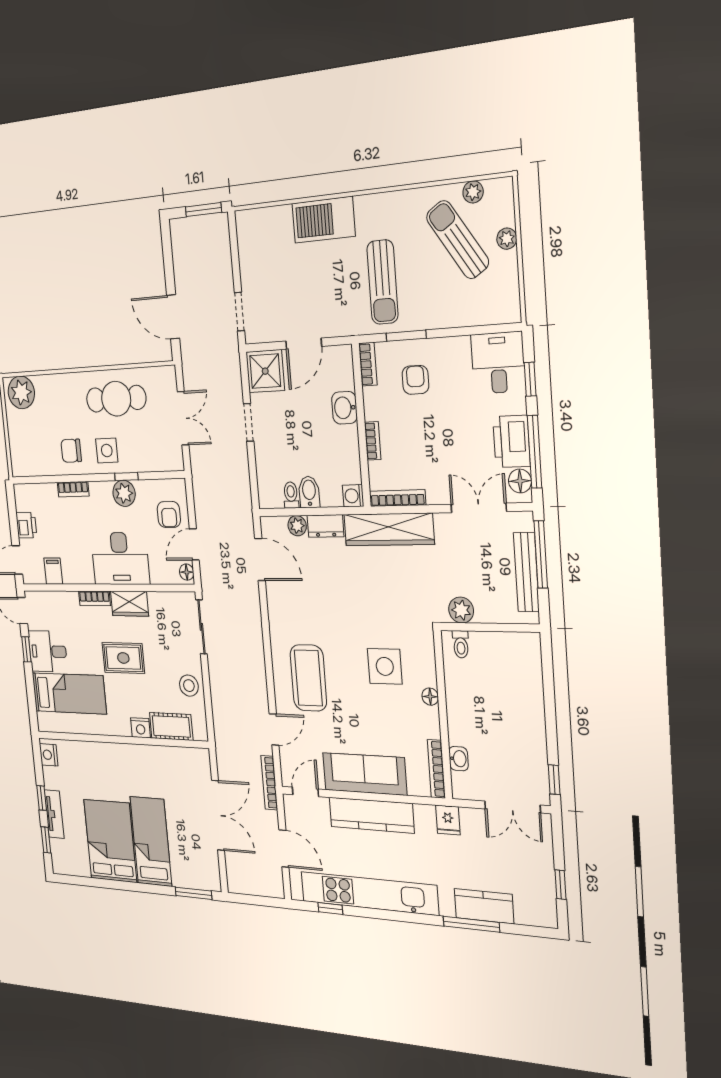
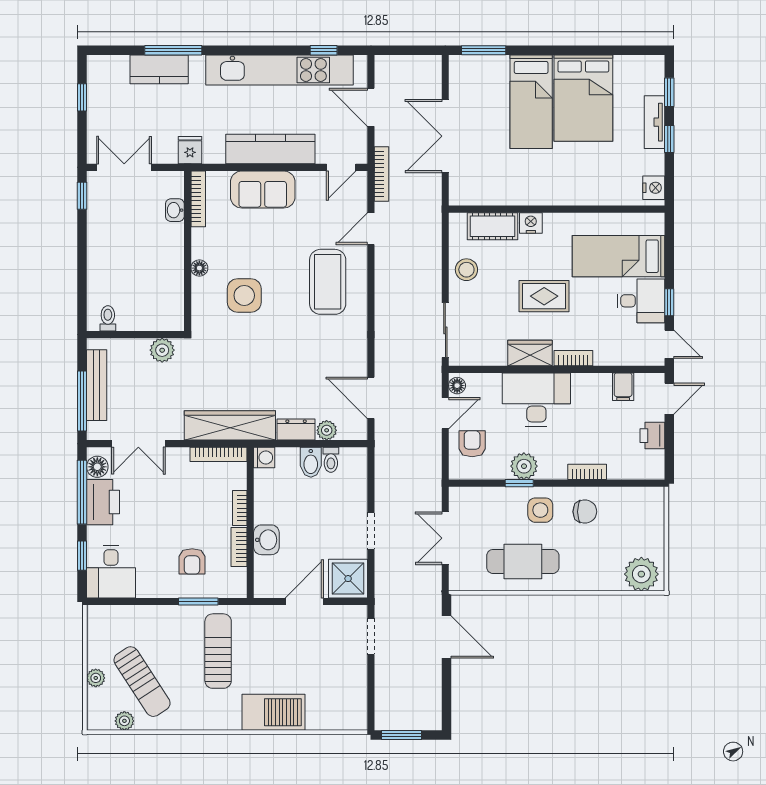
bookcase: (368, 364) -> (239, 547), moved
toilet: (461, 644) -> (108, 318), moved
sofa: (365, 774) -> (263, 189), width x0.73

